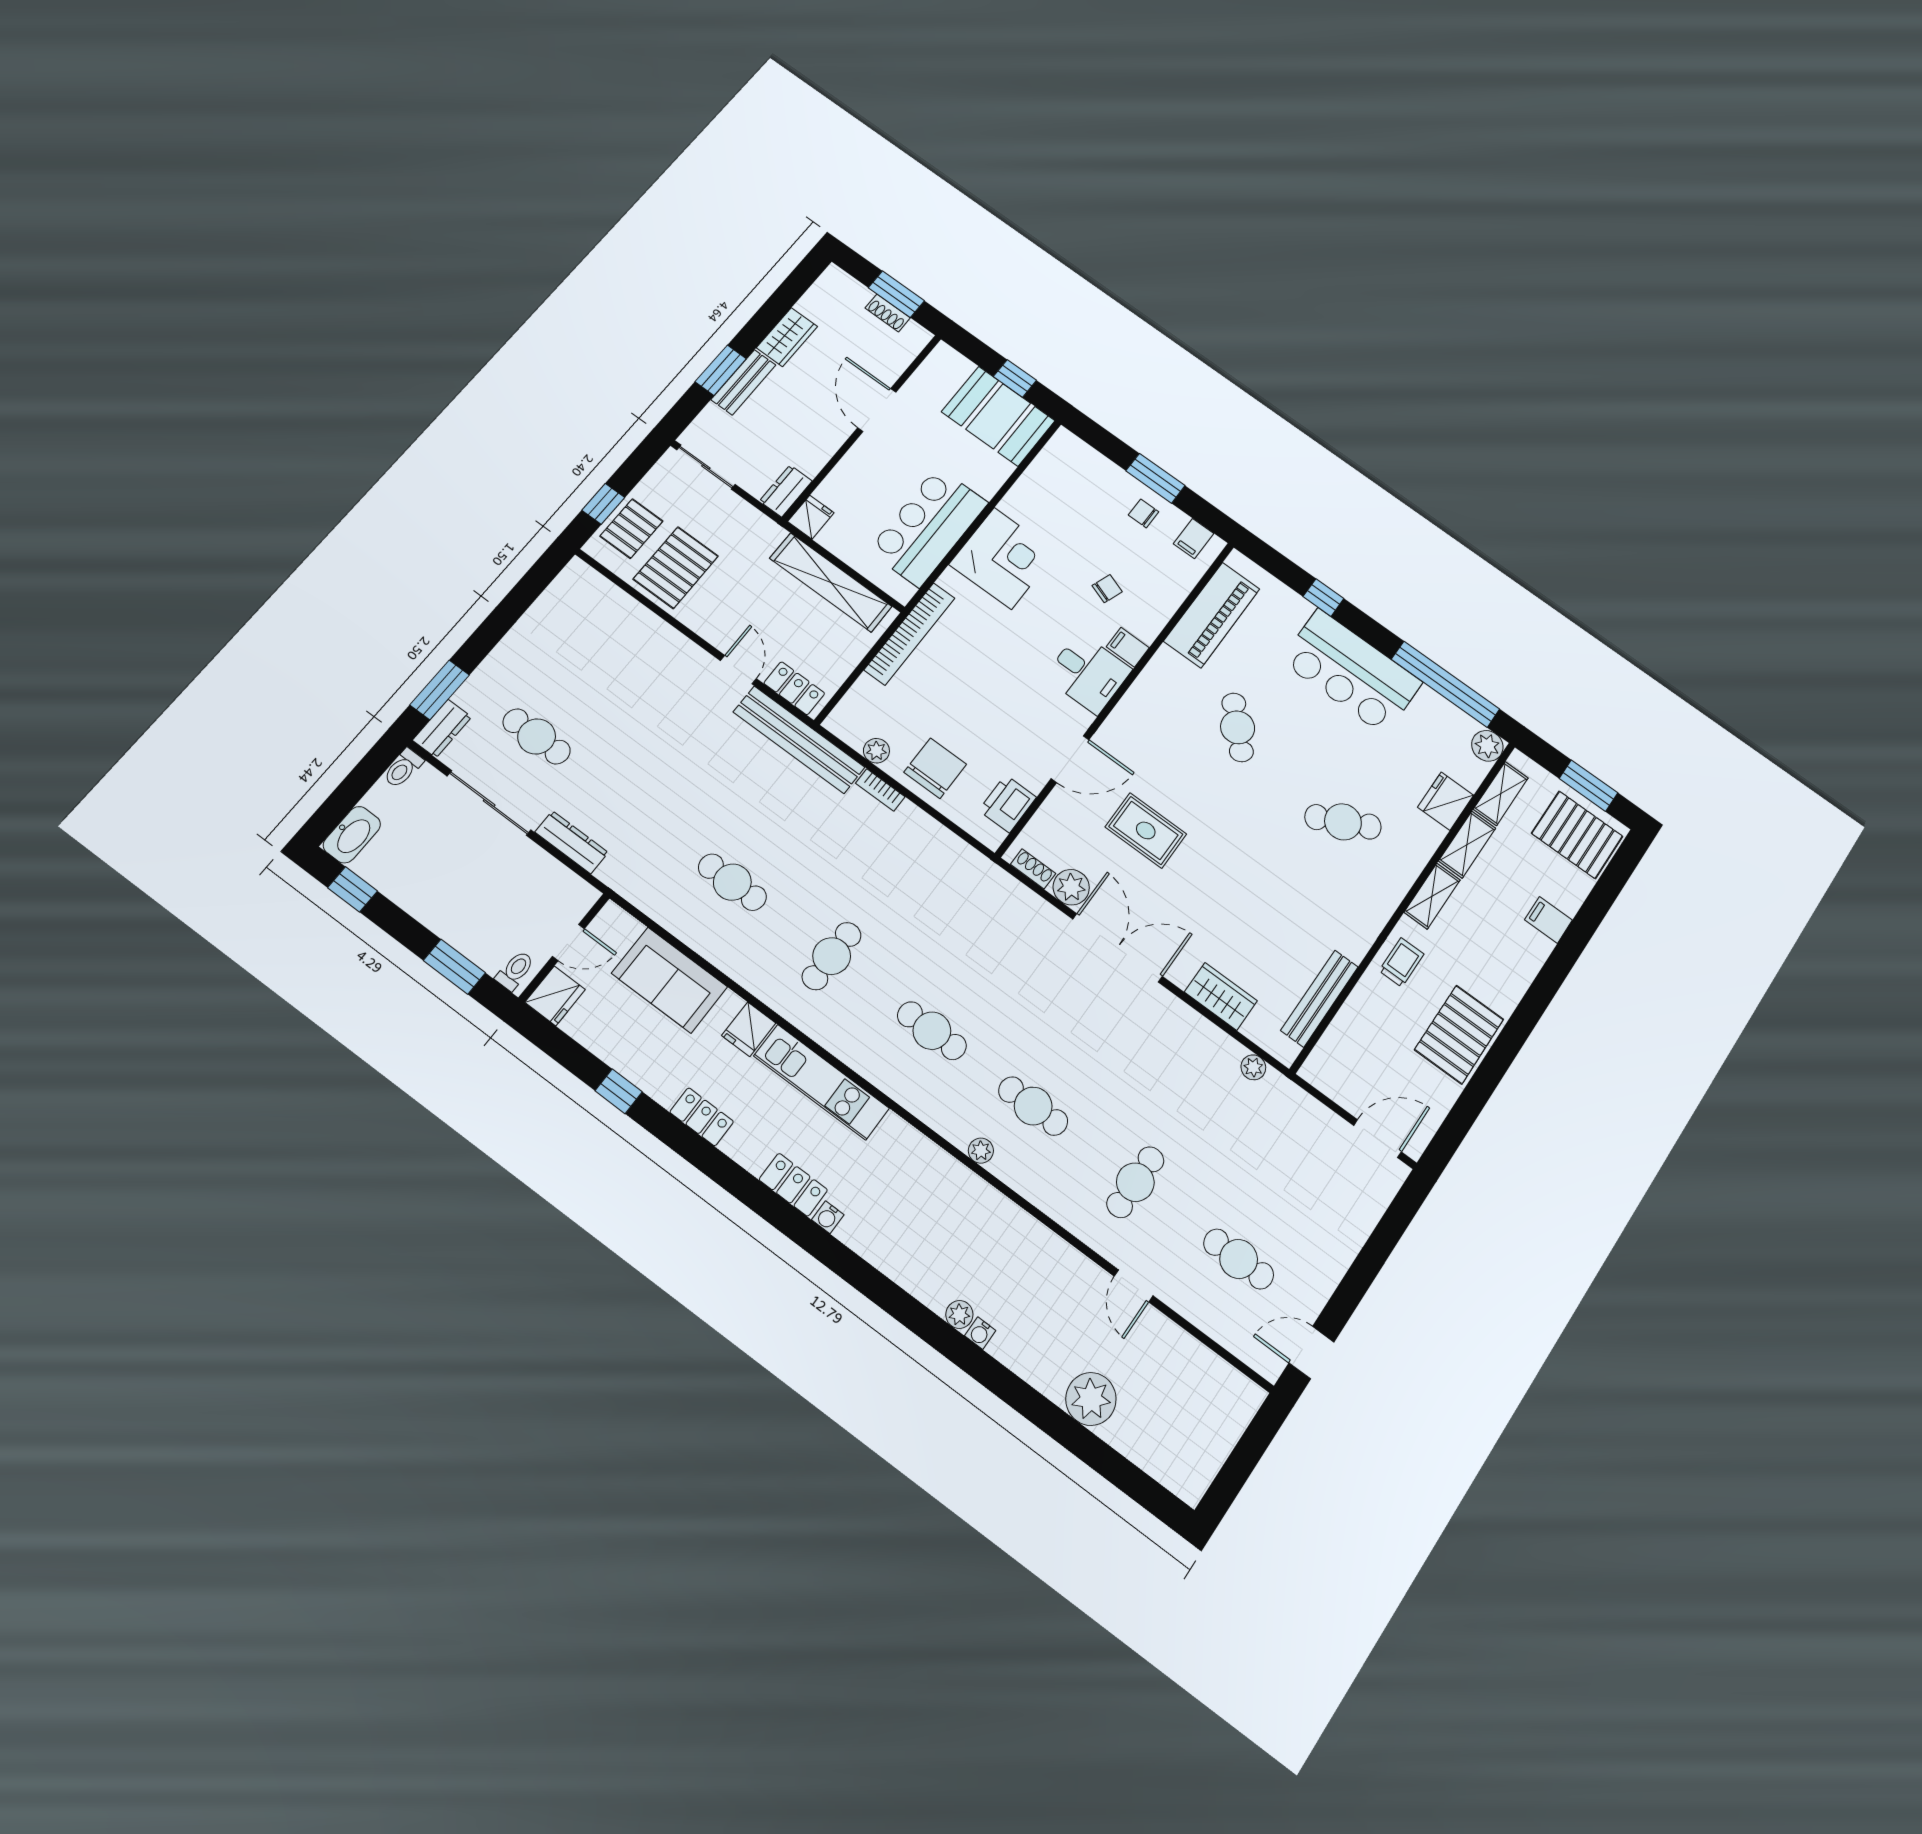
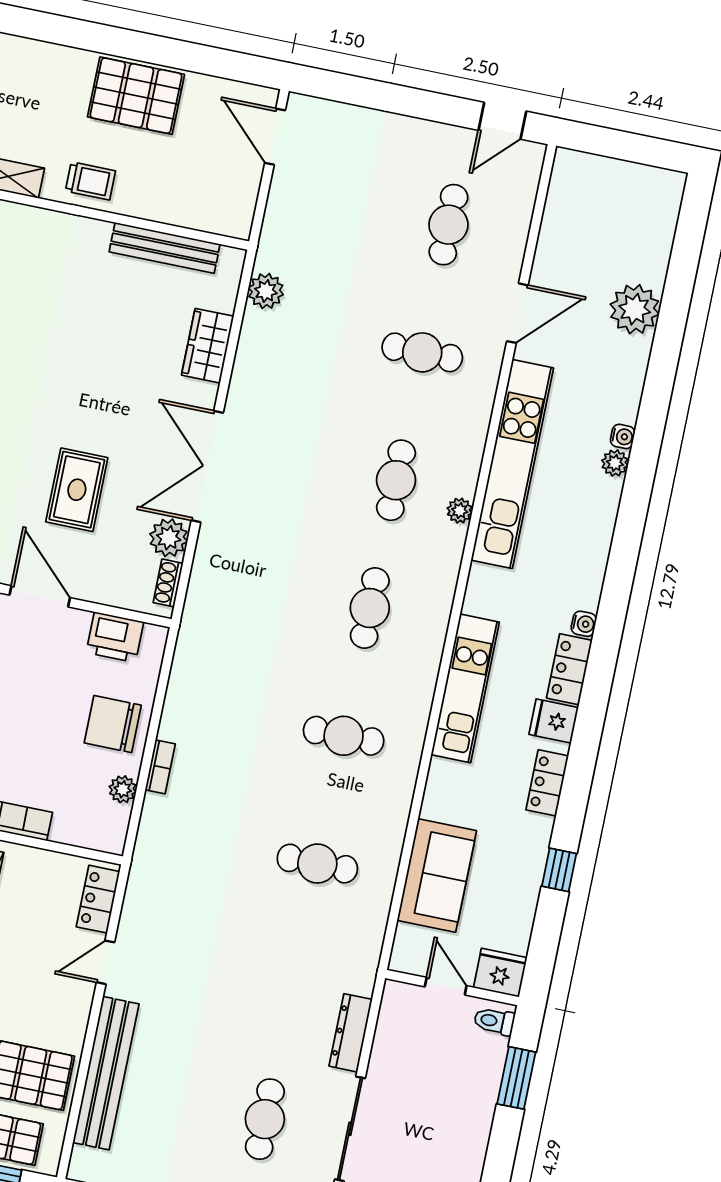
bench: (799, 740) -> (106, 1073), moved
cafe table: (732, 882) -> (317, 864), turned 90
trolley: (1401, 962) -> (90, 181), turned 180
fridge: (749, 1029) -> (554, 721), moved, turned 180
plant: (1253, 1067) -> (266, 291), width x1.38, depth x1.38
kitchen unit: (1001, 1218) -> (512, 464), added
door: (1134, 1286) -> (517, 313), width x1.38
door: (1312, 1353) -> (502, 121), hinge flipped

